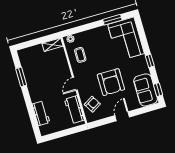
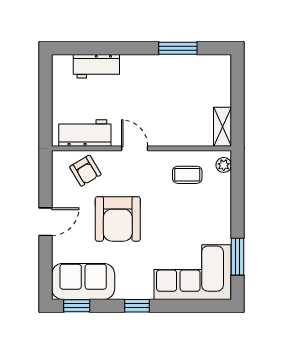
armchair: (111, 82) -> (118, 219), turned -90
door: (122, 116) -> (45, 222), hinge flipped

